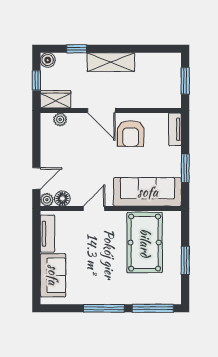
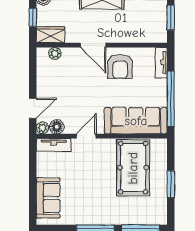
window: (185, 168) -> (171, 99), width x2.11
tv unit: (47, 234) -> (54, 145), moved, turned 90

